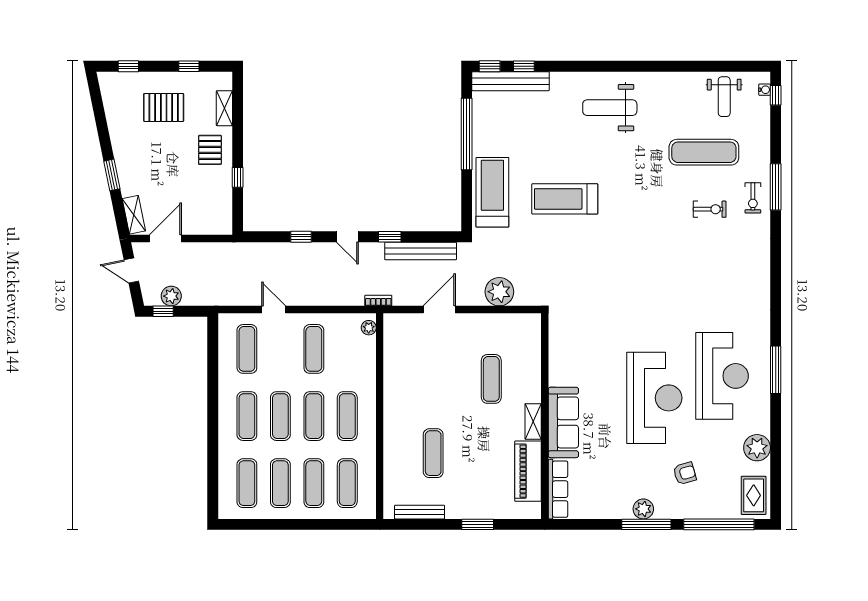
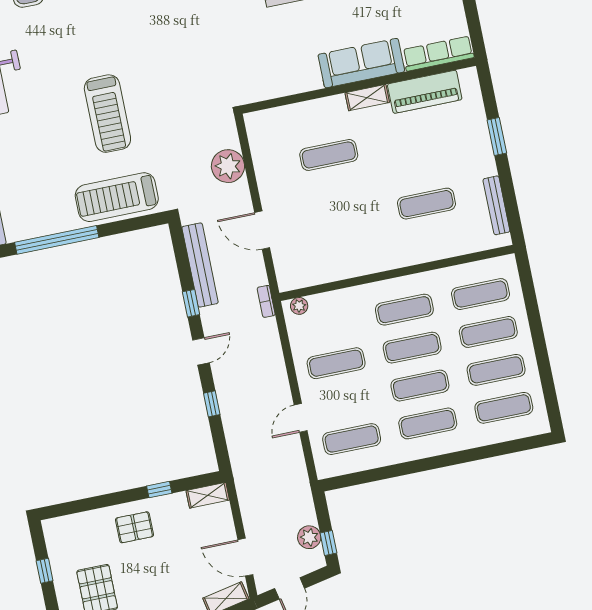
shelving: (224, 108) -> (208, 495), moved

